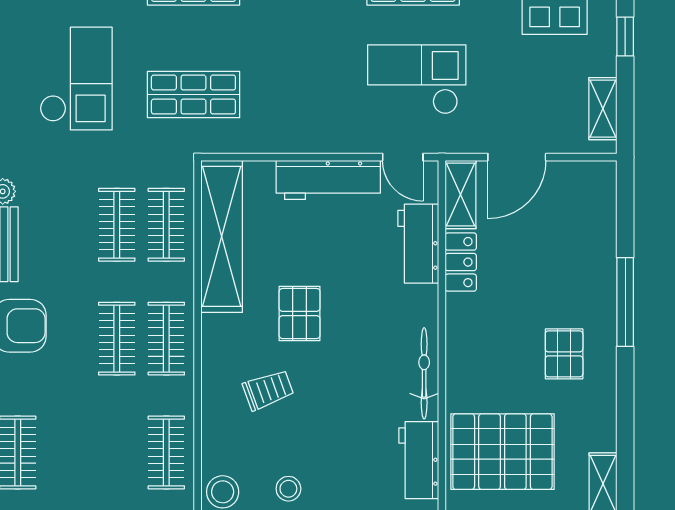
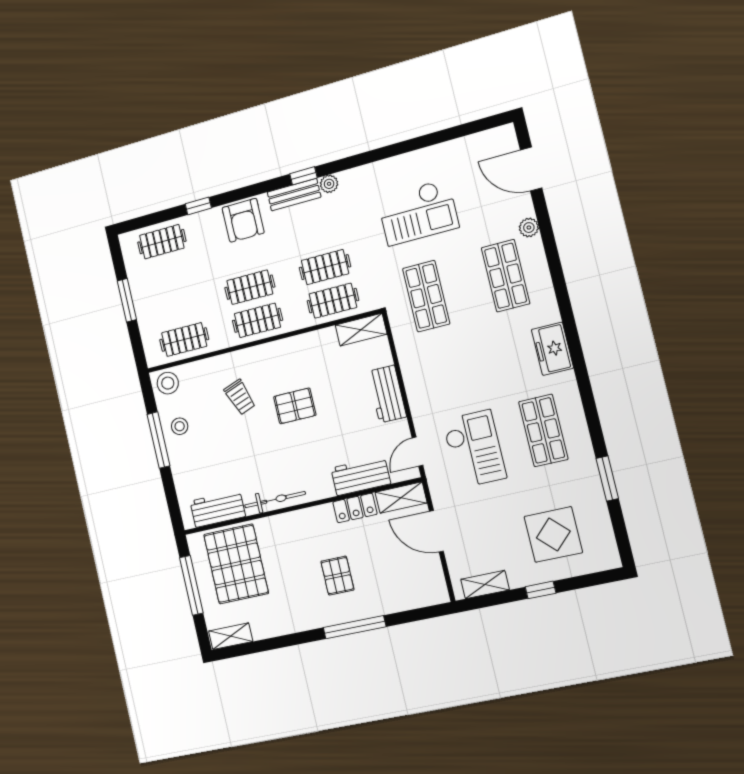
workbench: (328, 180) -> (387, 394), width x0.73
shelving: (222, 236) -> (361, 330), width x0.45, depth x0.75
pallet: (564, 354) -> (337, 576), moved, turned 90

